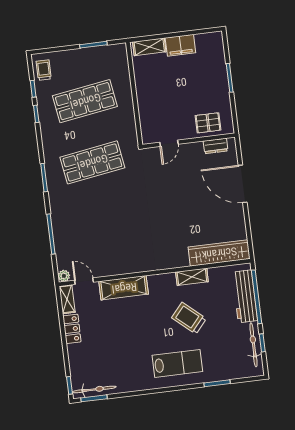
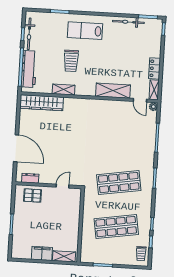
trolley: (189, 318) -> (71, 61), turned 49
bicycle: (94, 389) -> (128, 22), moved

